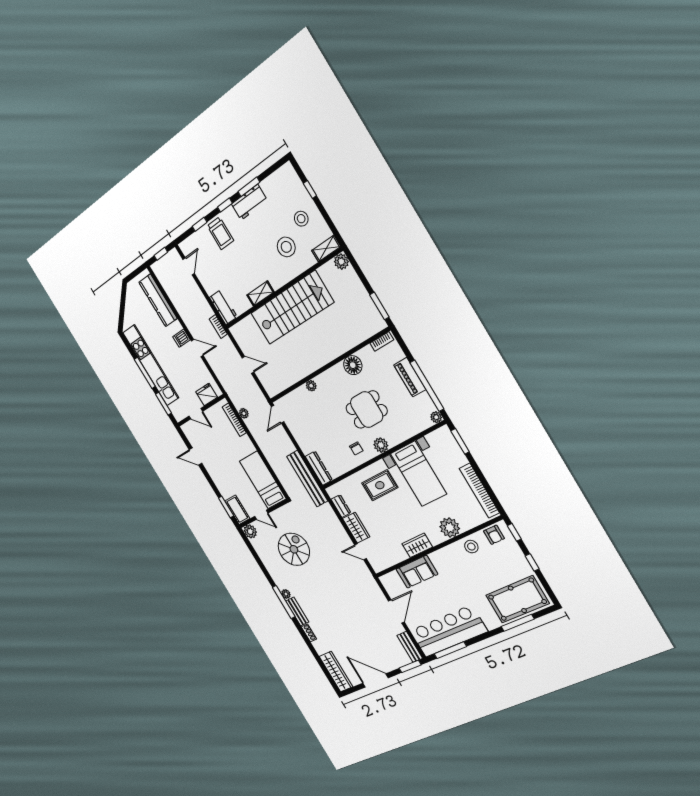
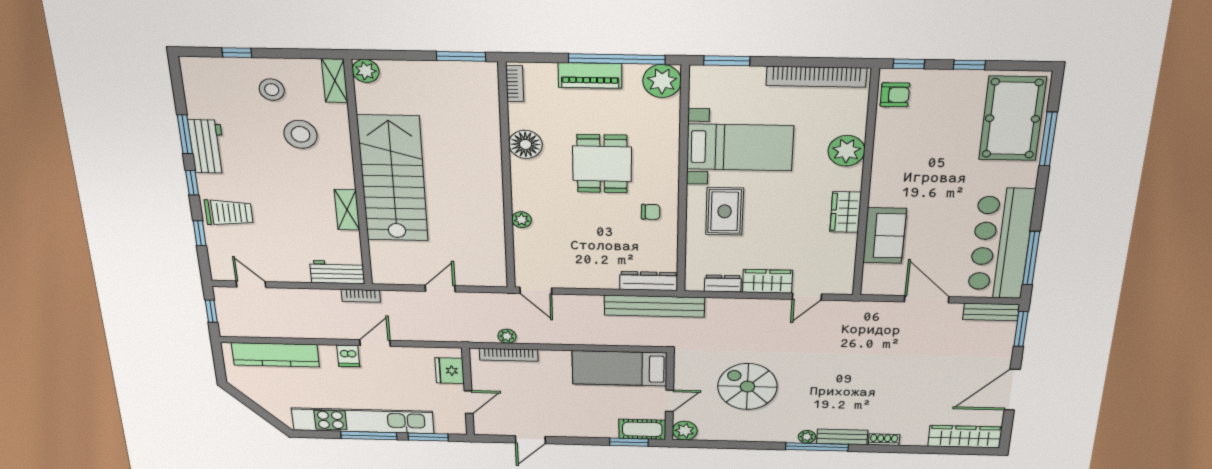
plant: (436, 417) -> (662, 81), width x1.88, depth x1.88
plant: (381, 445) -> (666, 175), removed
stool: (471, 547) -> (893, 137), removed

